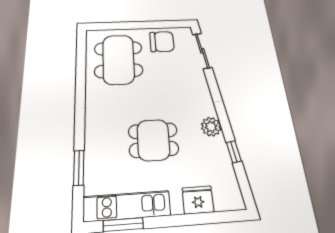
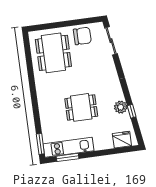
plant: (211, 127) -> (121, 107), moved
window: (79, 168) -> (40, 144), moved
fridge: (198, 200) -> (122, 140), moved

